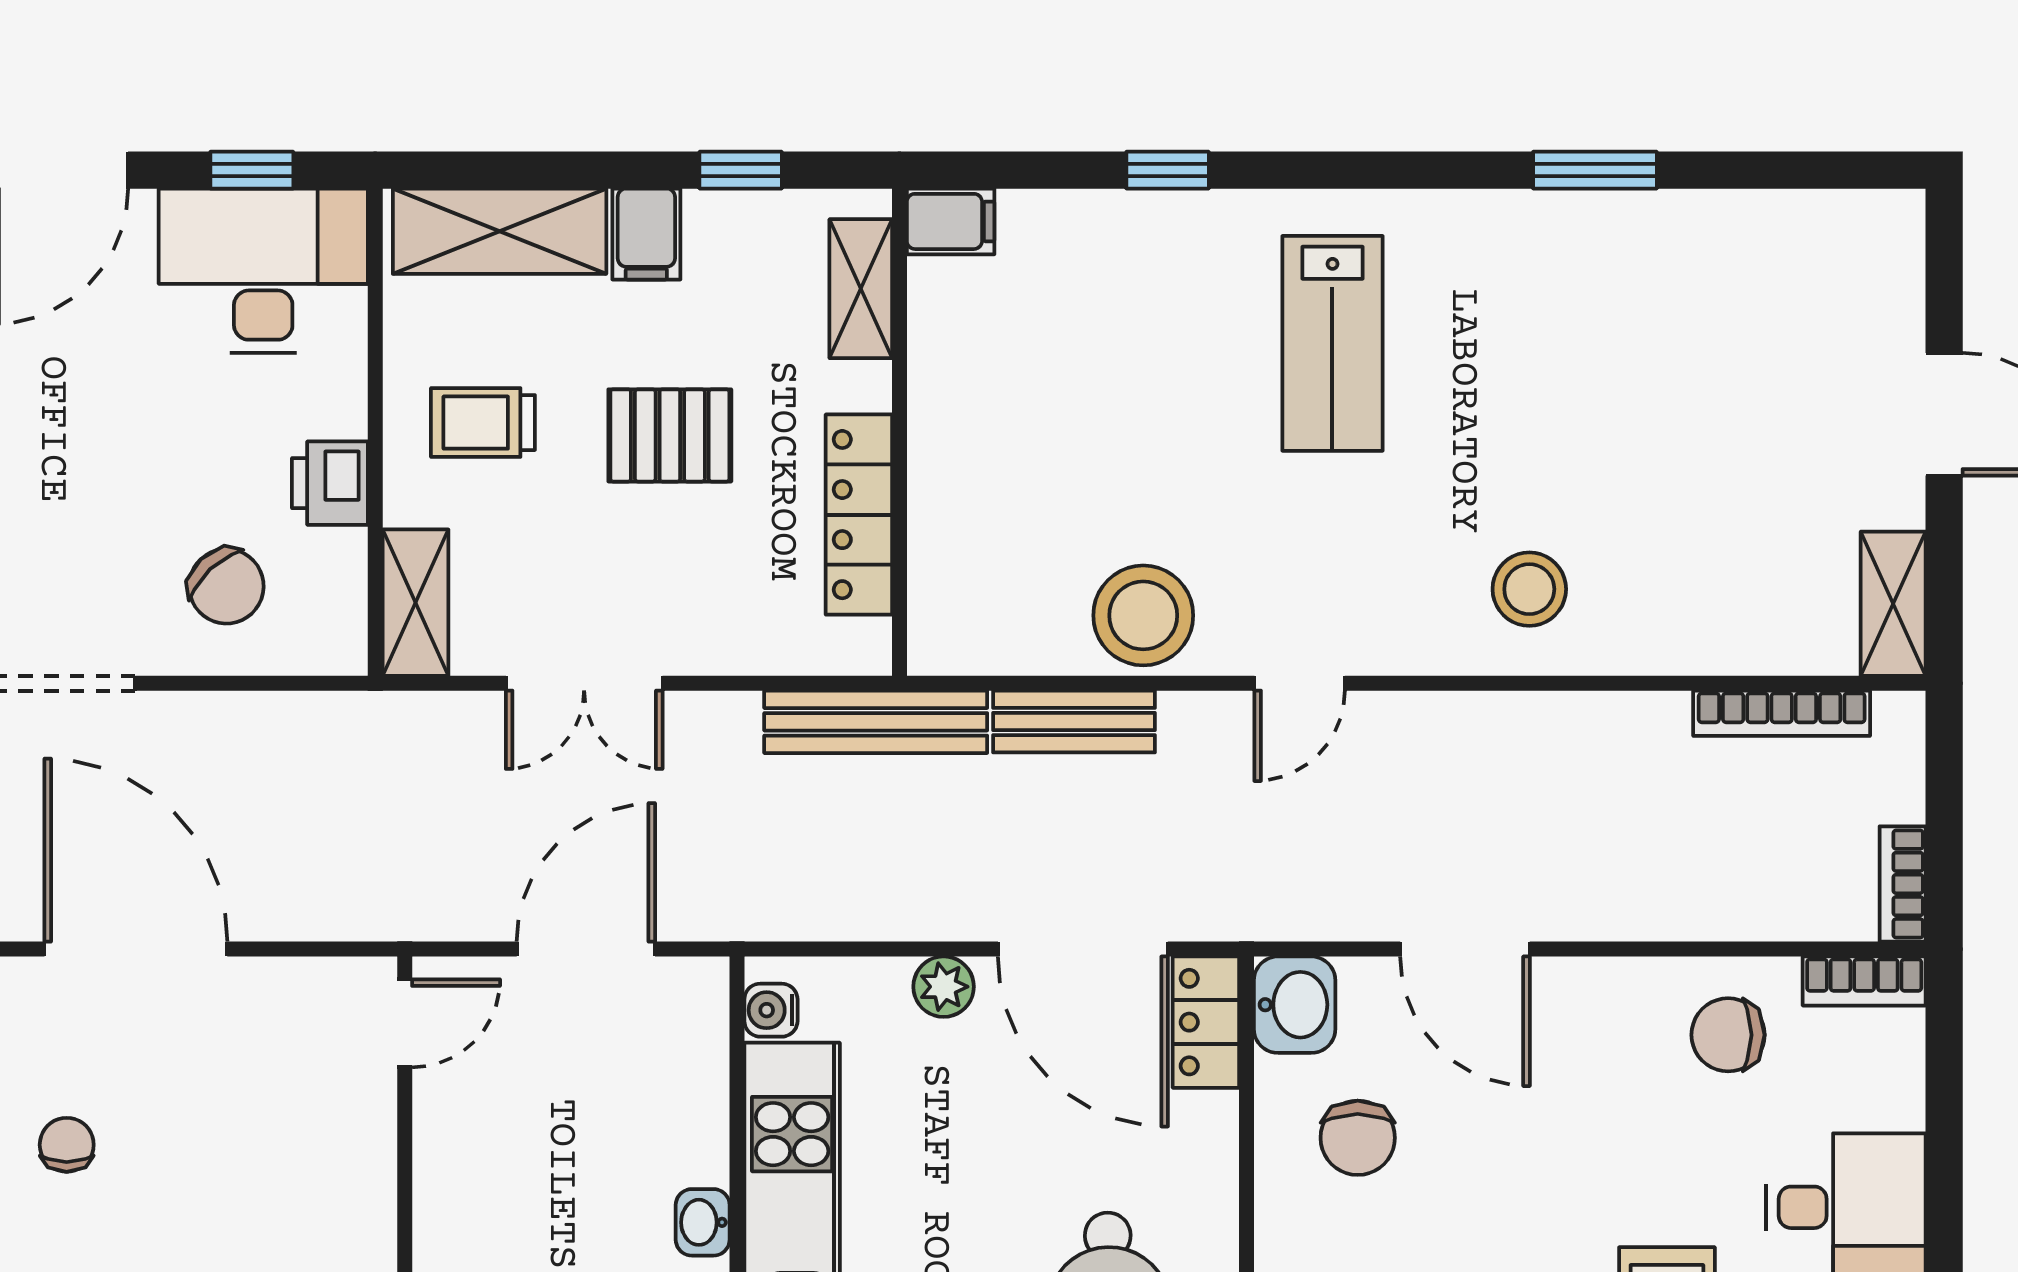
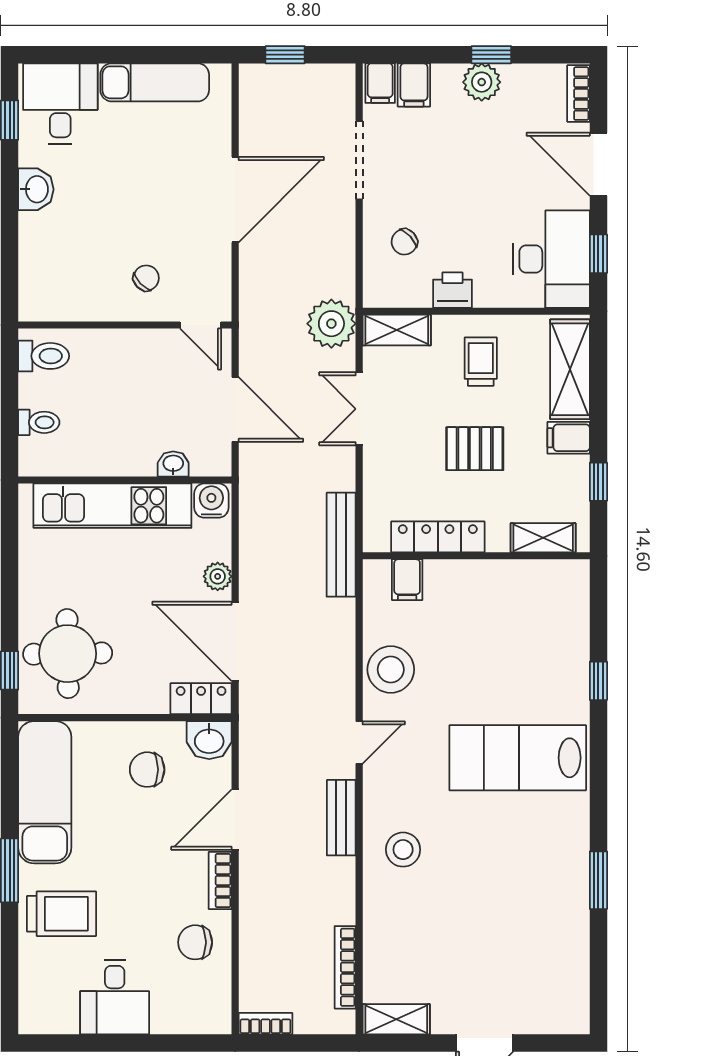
filing cabinet: (951, 221) -> (407, 580), moved
lab bench: (1332, 343) -> (518, 758), width x1.36, depth x1.39
pallet: (670, 435) -> (475, 449), turned 90
chair: (226, 586) -> (404, 242), width x0.73, depth x0.73
door: (1300, 683) -> (359, 742), swing flipped
bench: (1074, 722) -> (341, 818), moved
plant: (402, 743) -> (331, 324), added
door: (1083, 949) -> (235, 641), hinge flipped
bookcase: (1864, 981) -> (220, 881), moved
water cooler: (771, 1010) -> (211, 501), width x1.38, depth x1.38
chair: (1728, 1035) -> (195, 942), turned -90
chair: (67, 1145) -> (146, 278), moved, turned -44
washbasin: (703, 1222) -> (173, 464), moved

